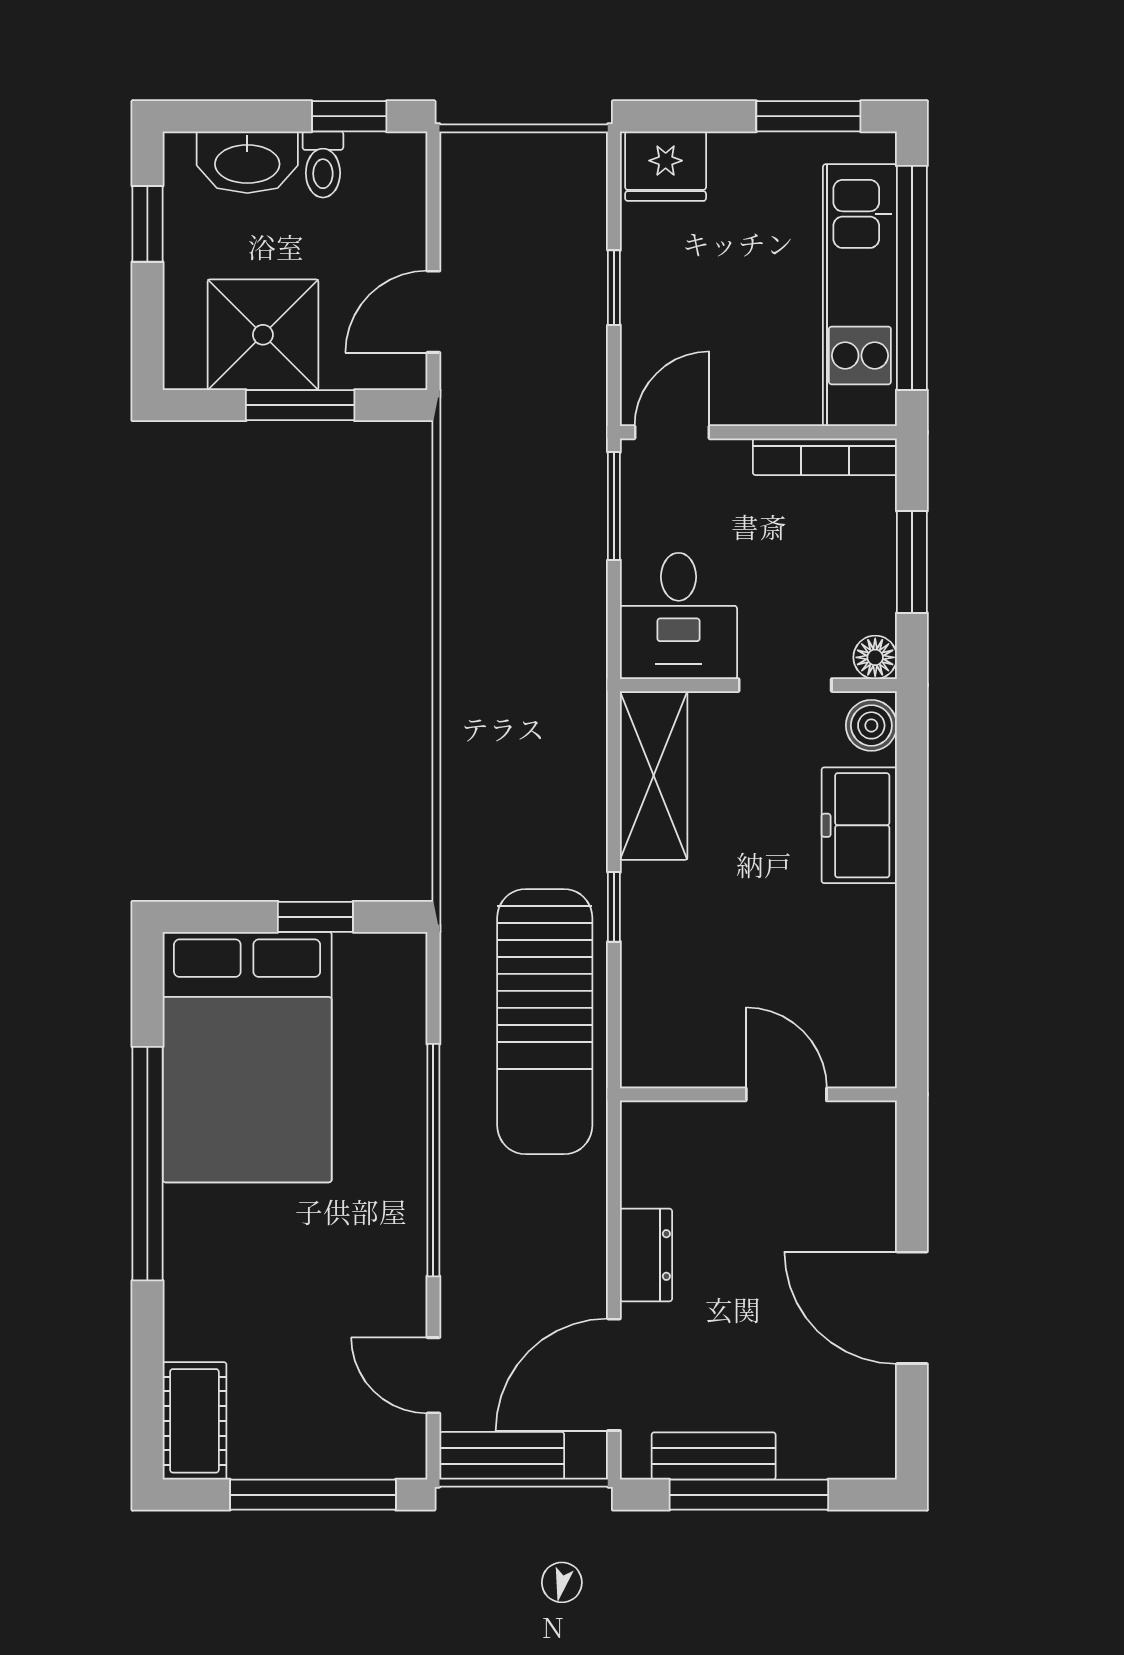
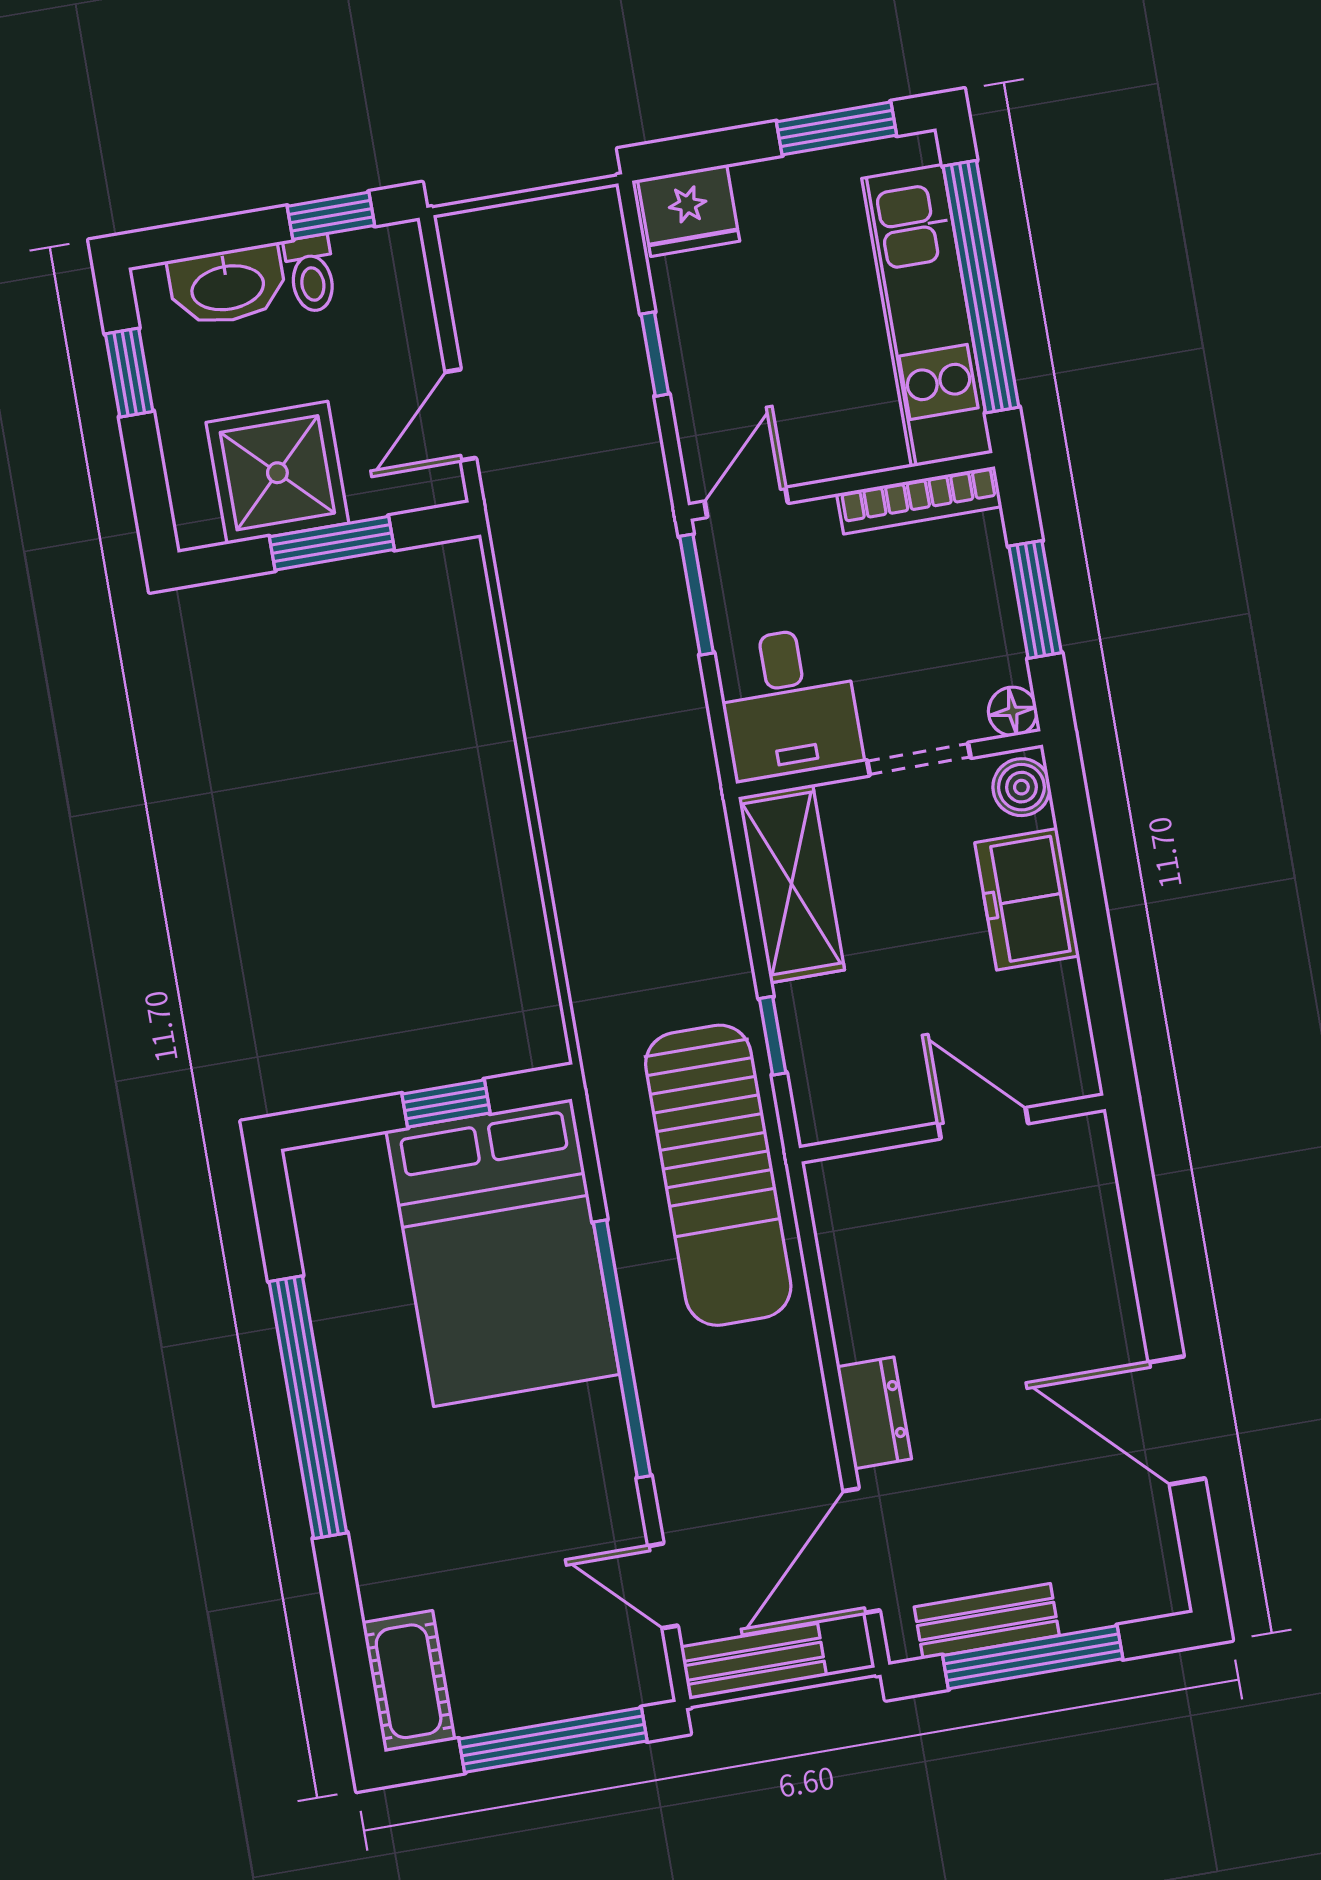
bed: (247, 1057) -> (503, 1253), moved
wall: (758, 1094) -> (952, 1129), moved
door: (786, 1094) -> (983, 1123), moved

